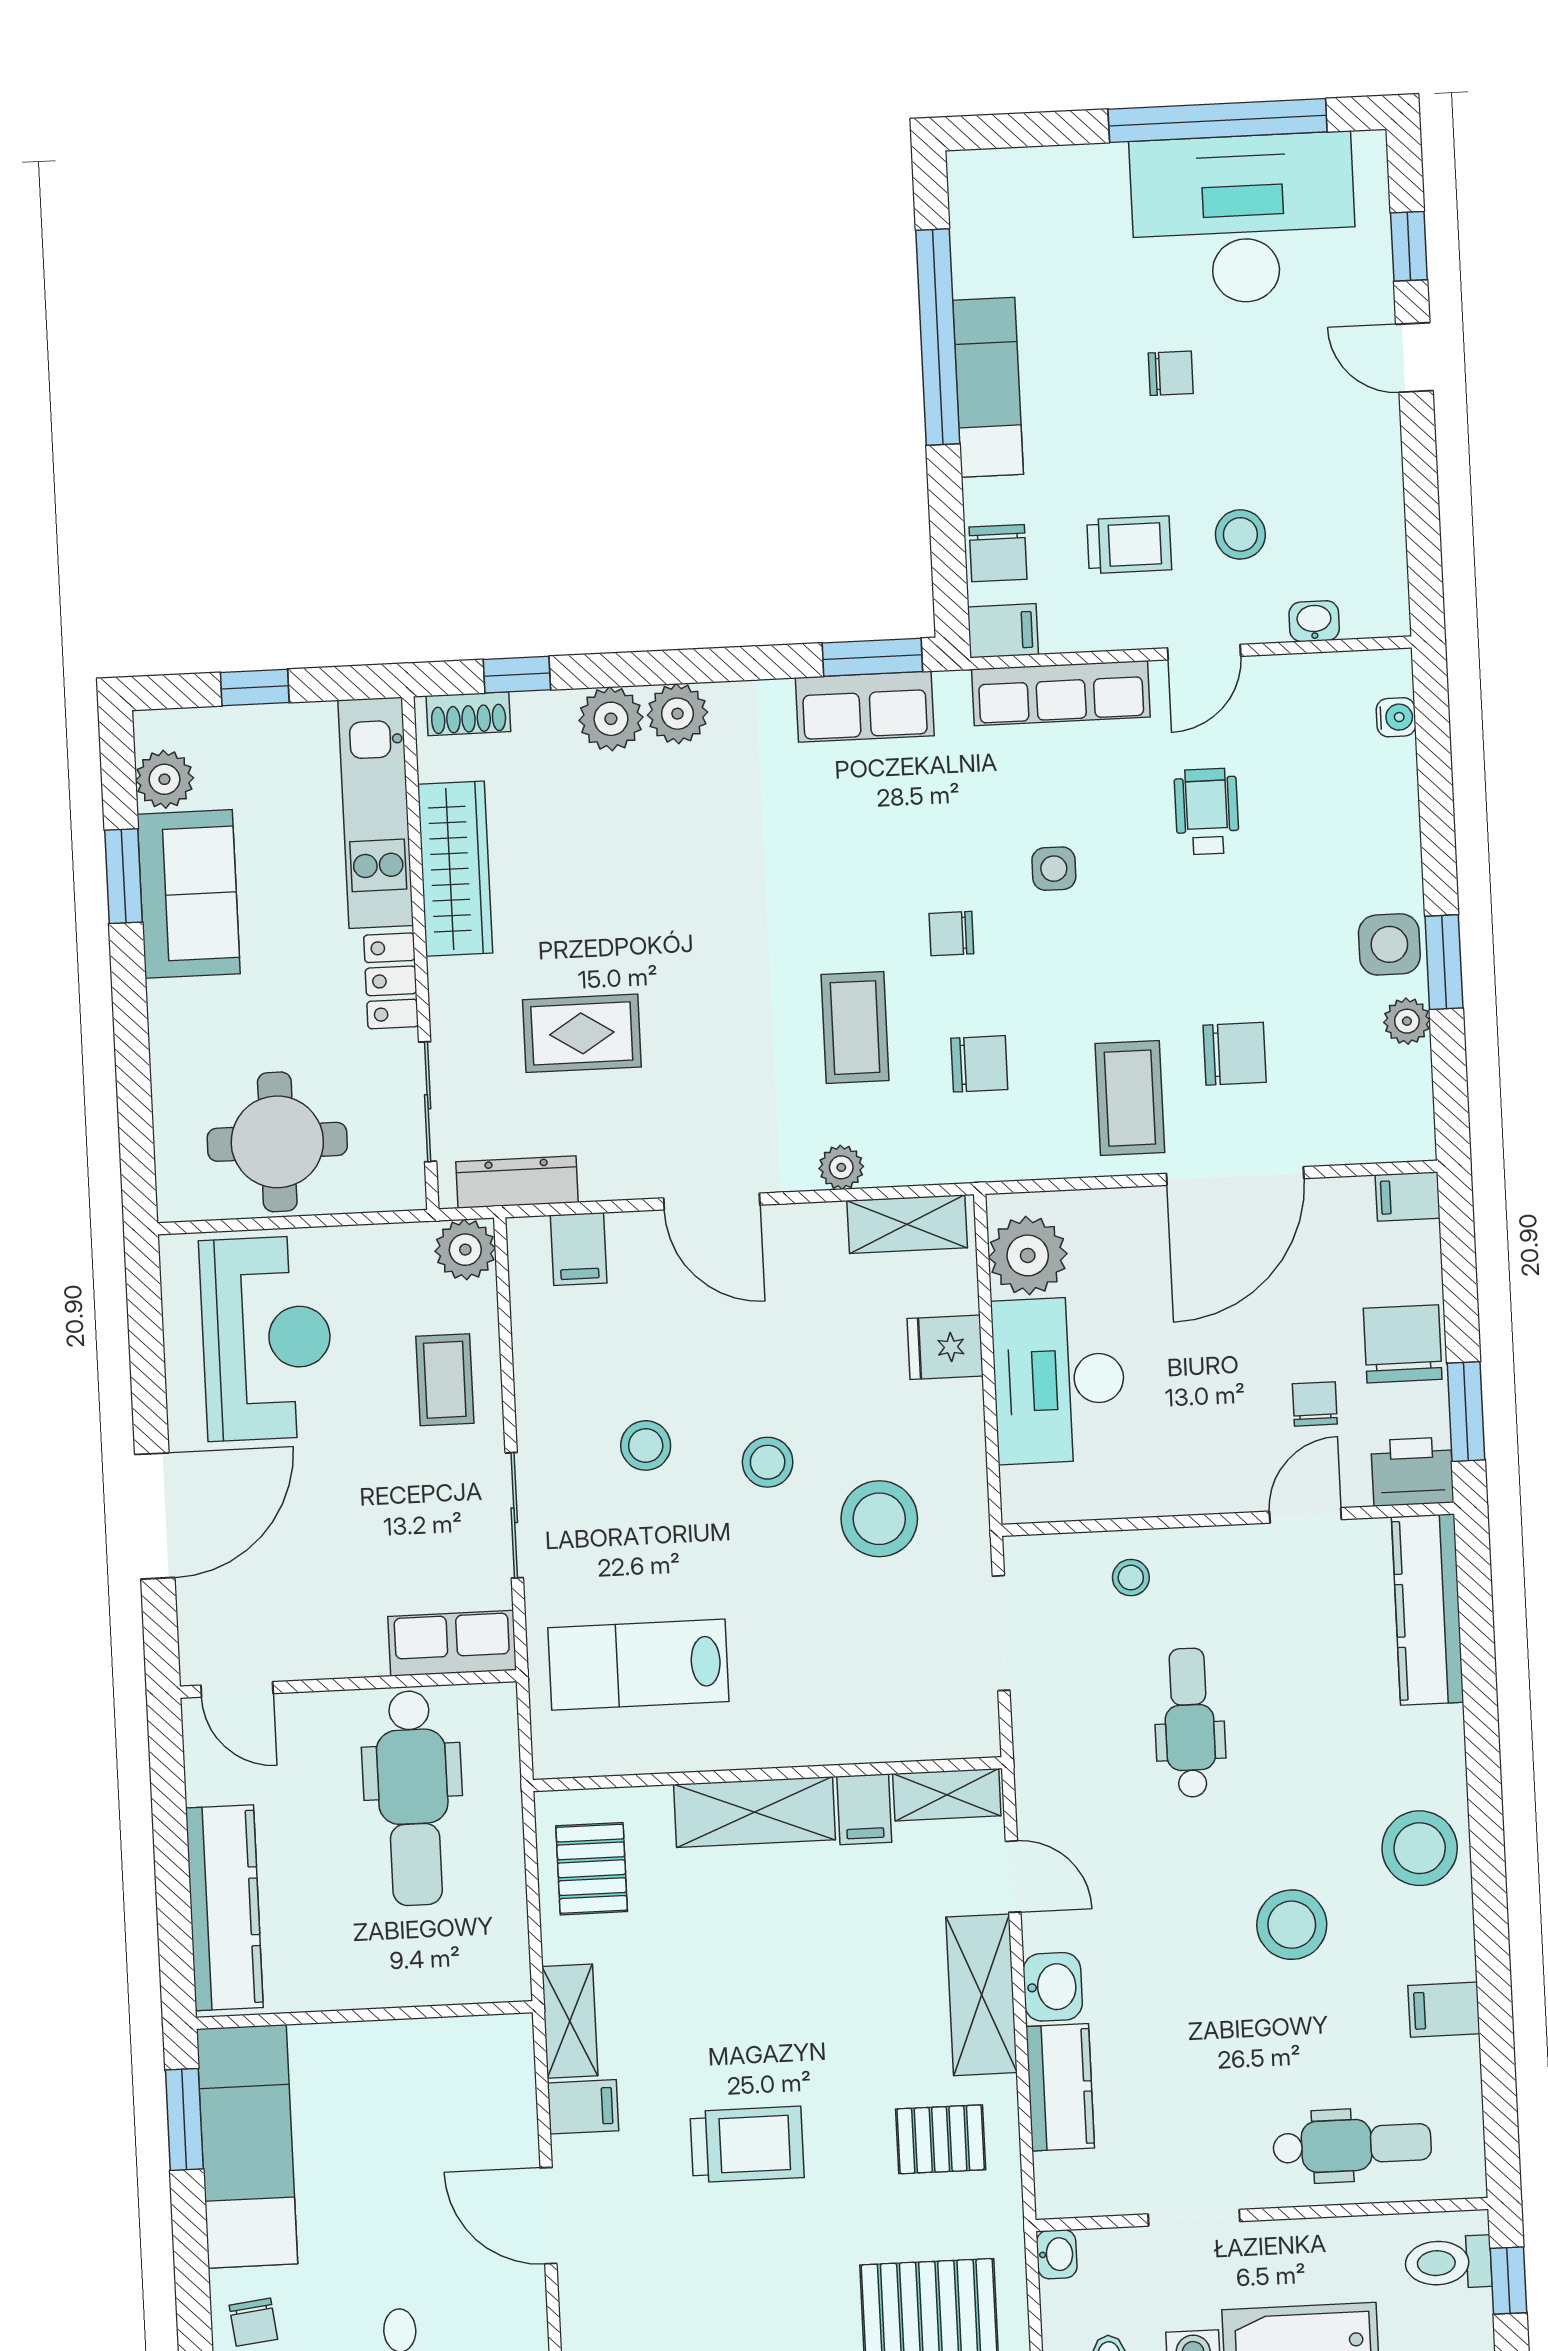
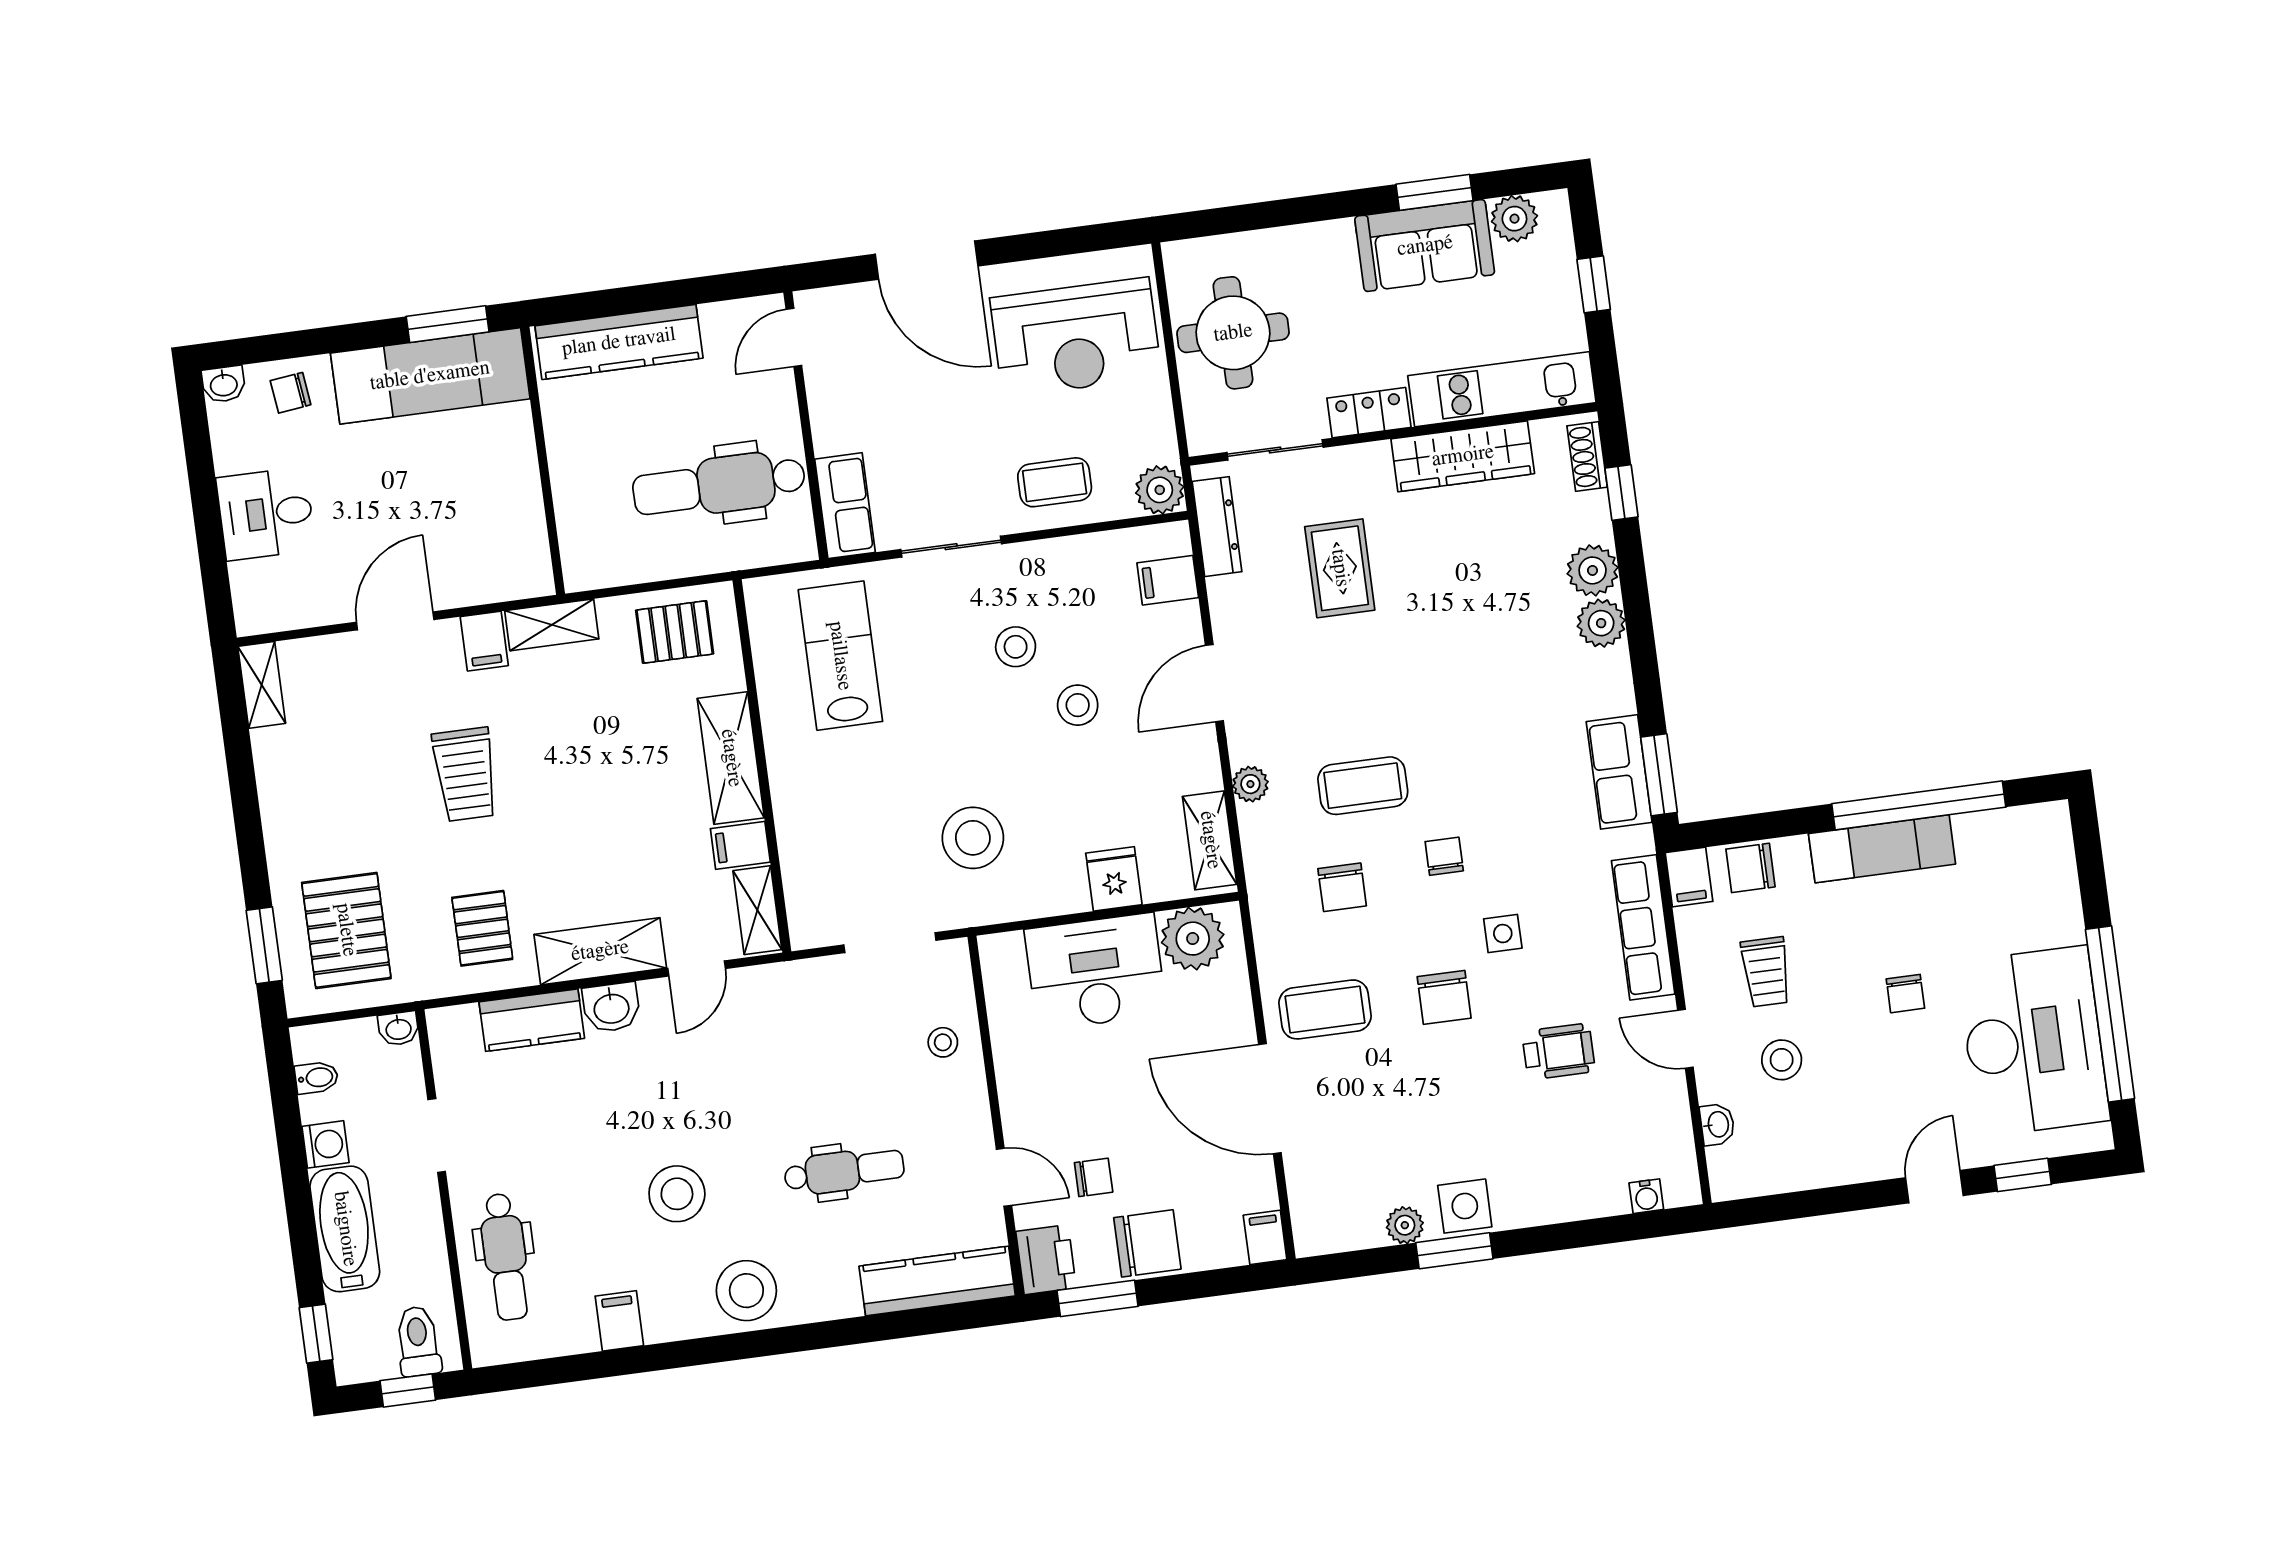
chair: (1235, 1054) -> (1444, 997), moved
stool: (768, 1462) -> (1078, 705), moved
dental chair: (1190, 1723) -> (844, 1171), moved

